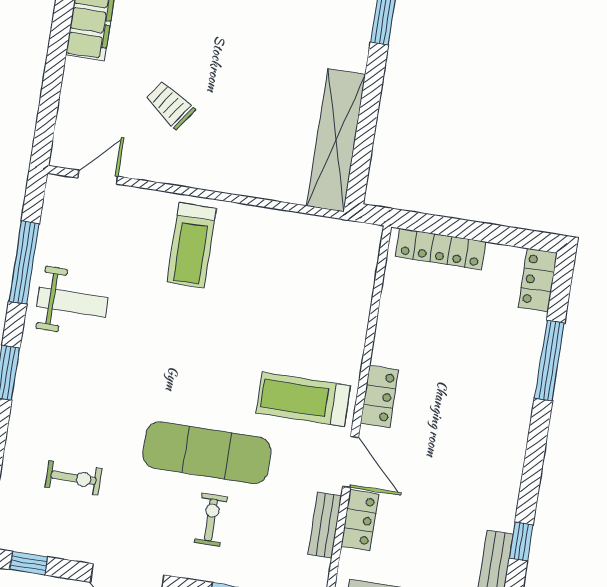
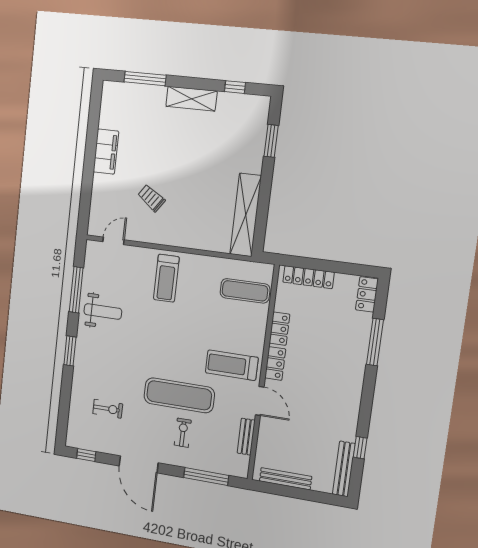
exercise mat: (331, 270) -> (245, 291), added
locker: (360, 520) -> (279, 329), moved

